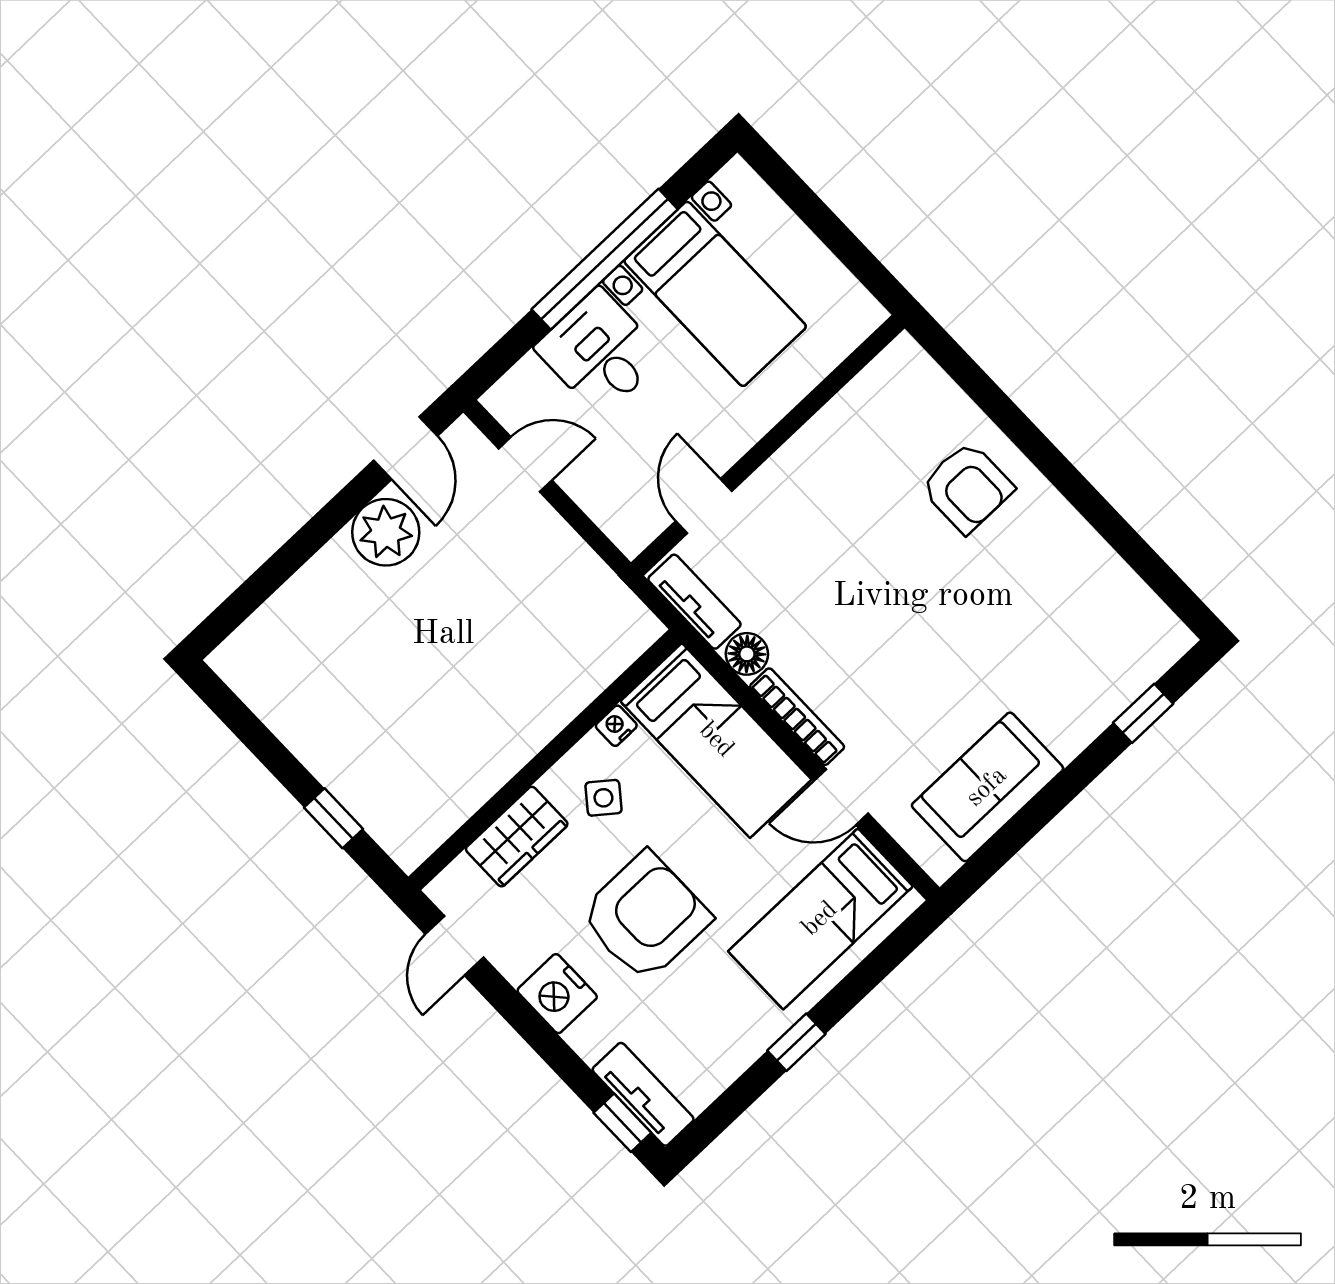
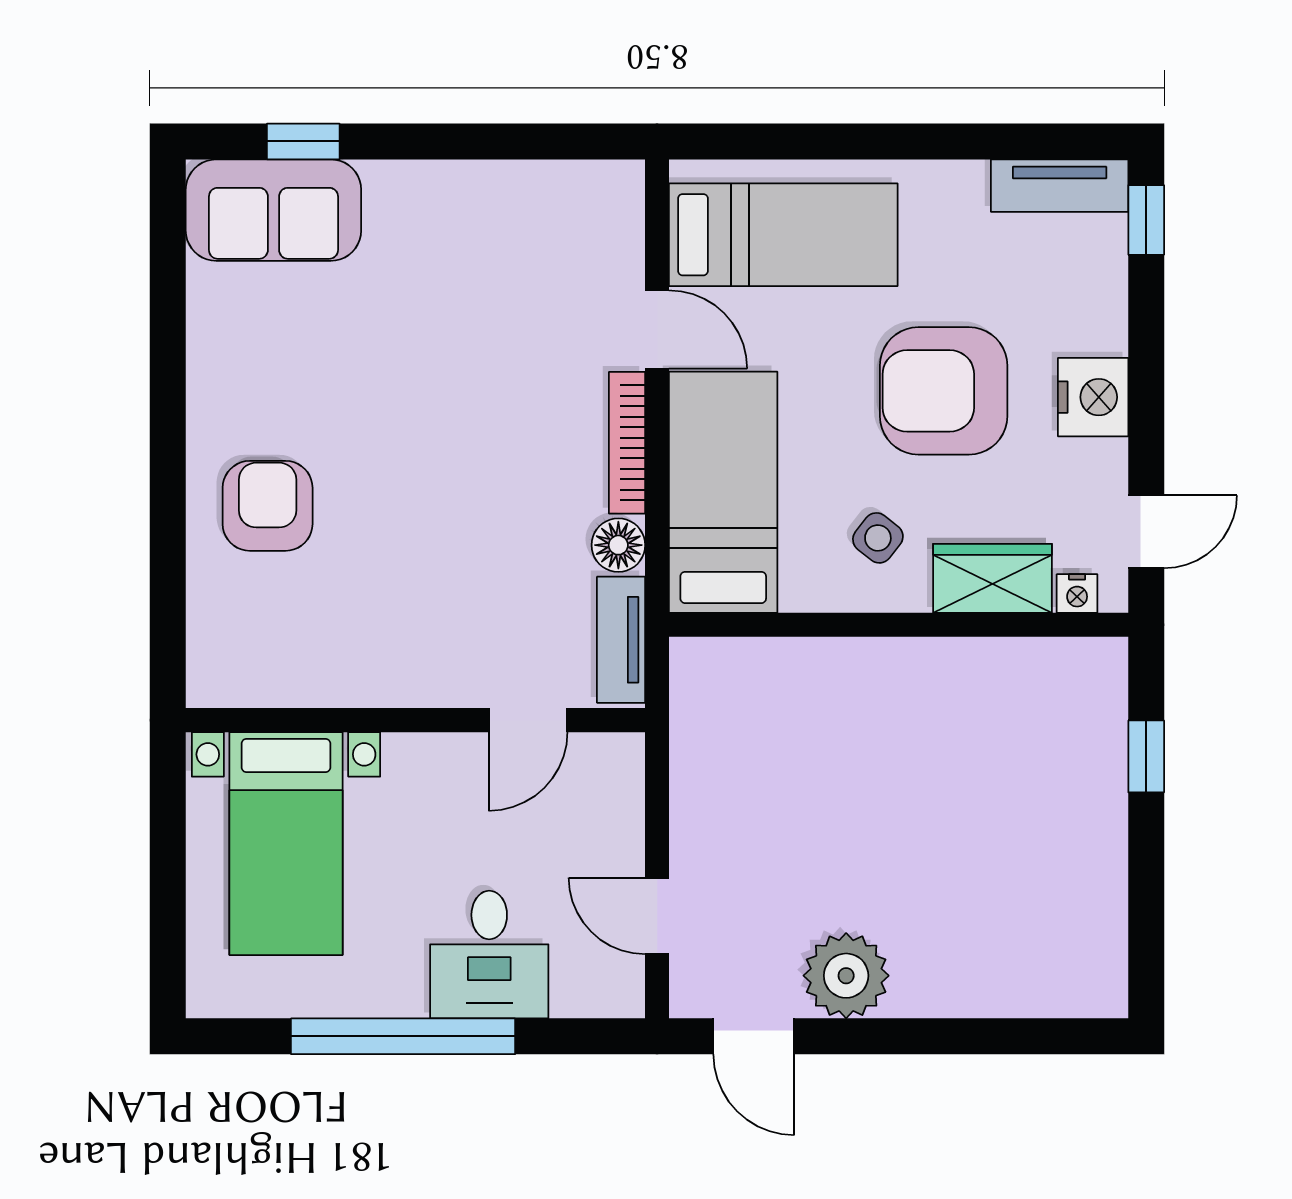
bed with nightstands: (715, 294) -> (286, 844), moved, turned 180
door: (405, 448) -> (754, 1036), swing flipped
nightstand: (616, 726) -> (1077, 593), moved
sofa: (987, 787) -> (273, 210), moved
window: (796, 1042) -> (914, 141), removed
tv unit: (643, 1094) -> (1060, 186), moved, turned -90

